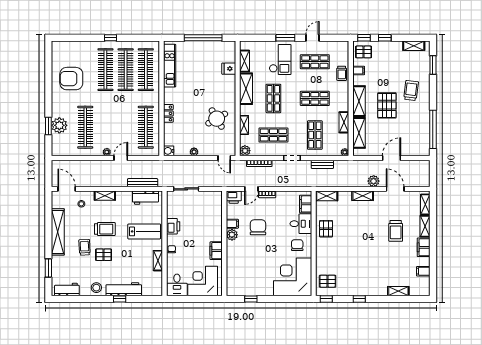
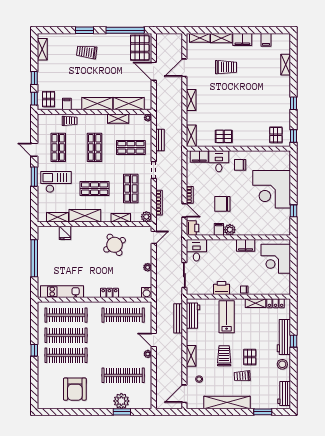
window: (433, 65) -> (85, 30), moved
pallet: (387, 105) -> (140, 48), moved, turned 90
plant: (374, 181) -> (177, 89), removed
corner desk: (293, 277) -> (272, 189), moved
locker: (158, 281) -> (276, 303), added
desk: (177, 285) -> (196, 250), moved, turned -90

